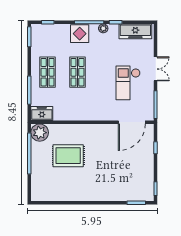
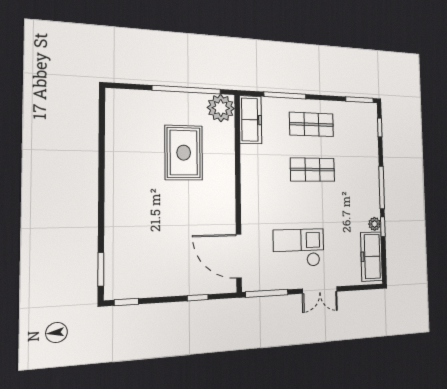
plant: (103, 28) -> (374, 224), moved
display table: (80, 34) -> (366, 173), removed
freezer: (42, 114) -> (251, 120), width x1.40

